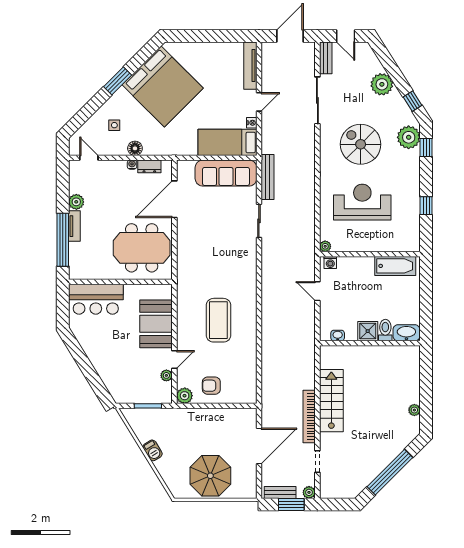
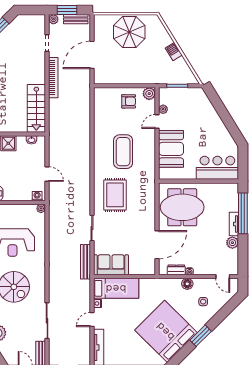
sofa: (226, 173) -> (111, 265), width x0.73
rug: (229, 264) -> (115, 195), added
stairs: (331, 401) -> (36, 108), moved

